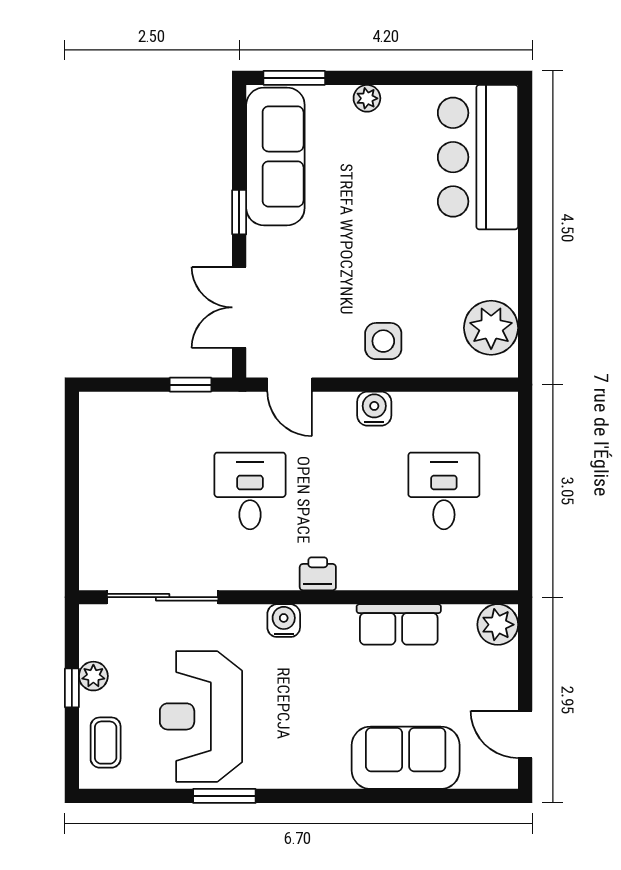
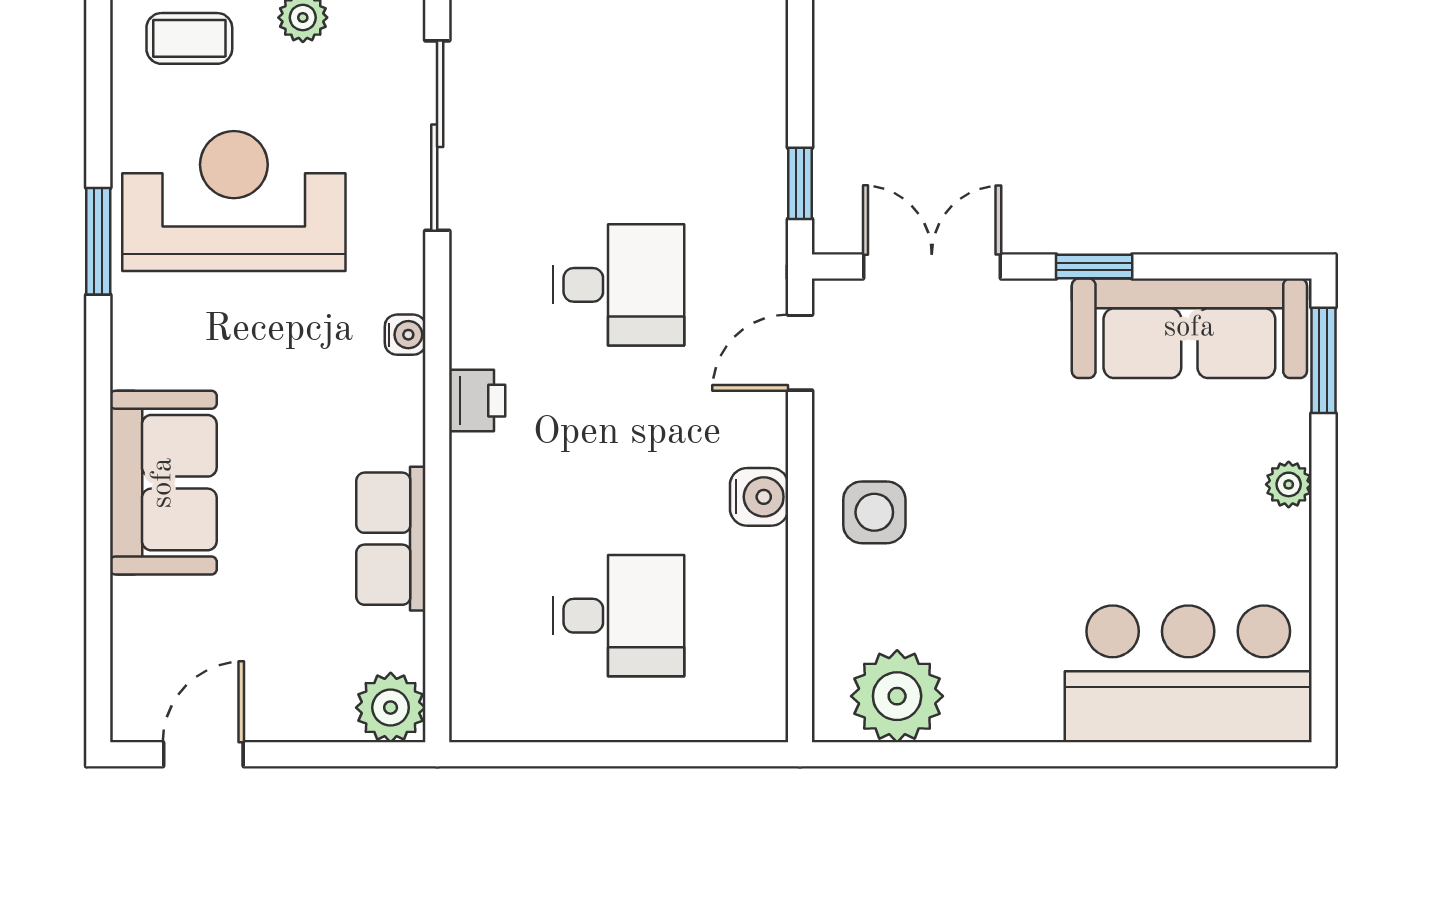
water cooler: (284, 621) -> (405, 335), width x0.72, depth x0.72
sofa: (406, 758) -> (163, 483), moved

